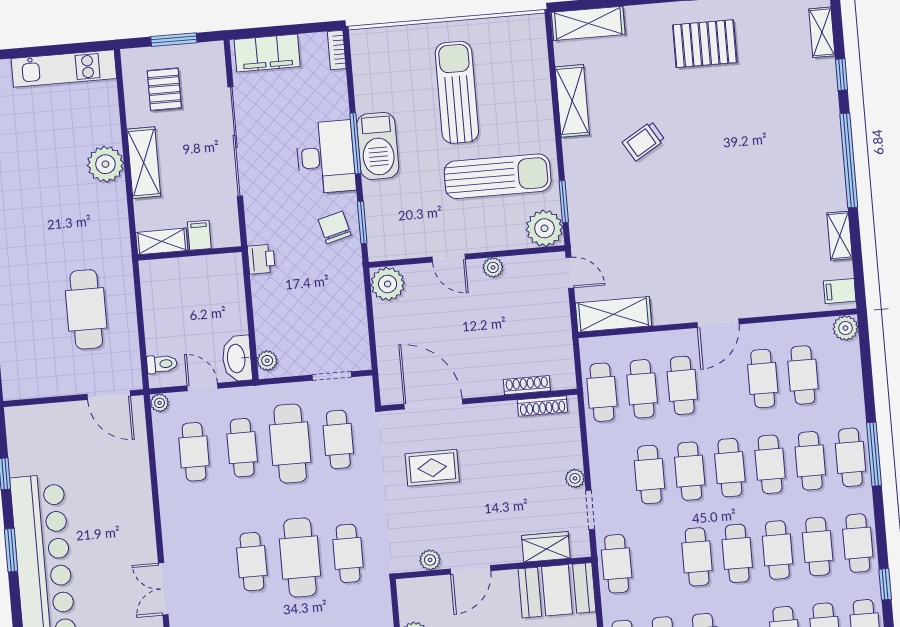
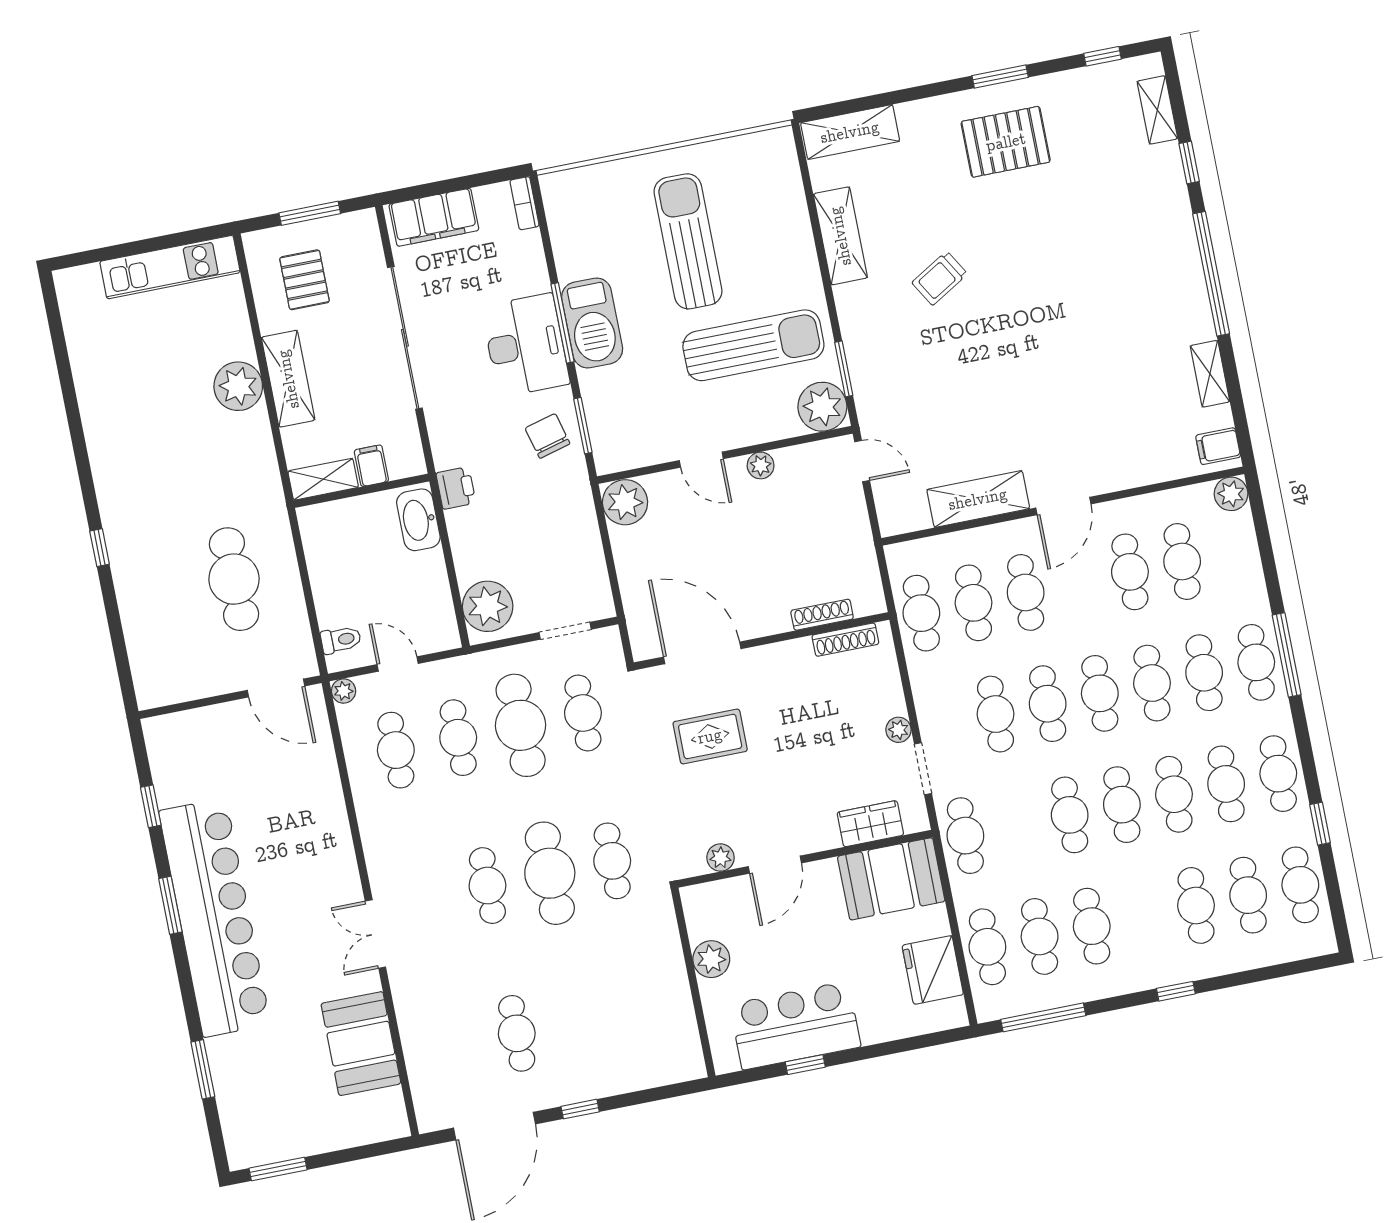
shelving: (613, 314) -> (978, 499), moved
washbasin: (237, 358) -> (418, 520), moved
plant: (267, 361) -> (488, 606), width x1.88, depth x1.88

